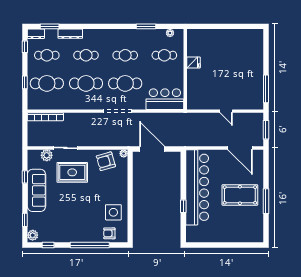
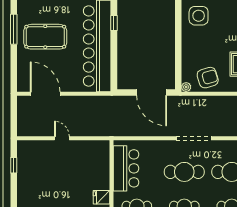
window: (266, 89) -> (14, 165), width x0.46
bar counter: (165, 99) -> (126, 168), moved, turned -90
window: (266, 130) -> (14, 116), removed

